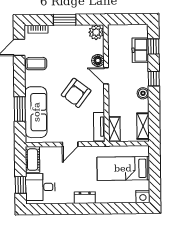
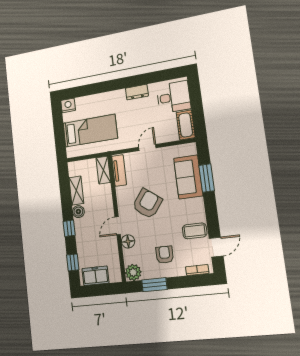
window: (65, 20) -> (154, 285), moved
armchair: (65, 45) -> (165, 255), added
freezer: (140, 50) -> (95, 276), moved, turned -90
door: (106, 76) -> (118, 226), swing flipped
sofa: (36, 112) -> (188, 177), width x0.73
shelving: (143, 126) -> (76, 191), moved
window: (21, 185) -> (195, 96), removed
dresser: (85, 198) -> (137, 92), moved

